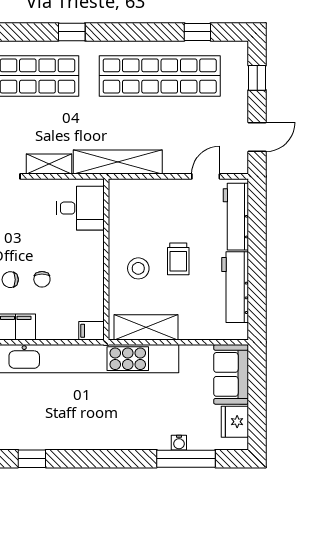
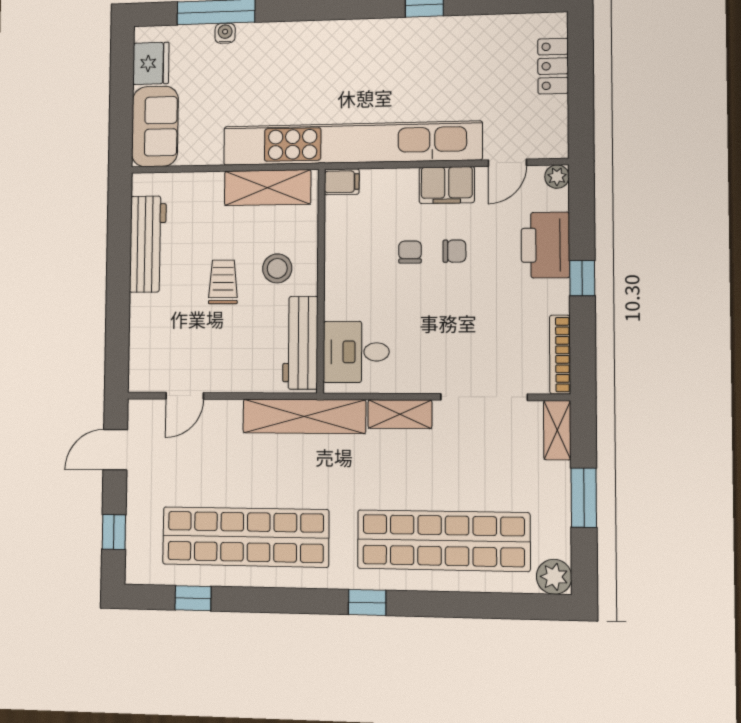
workbench: (236, 217) -> (300, 343), moved, turned 180

